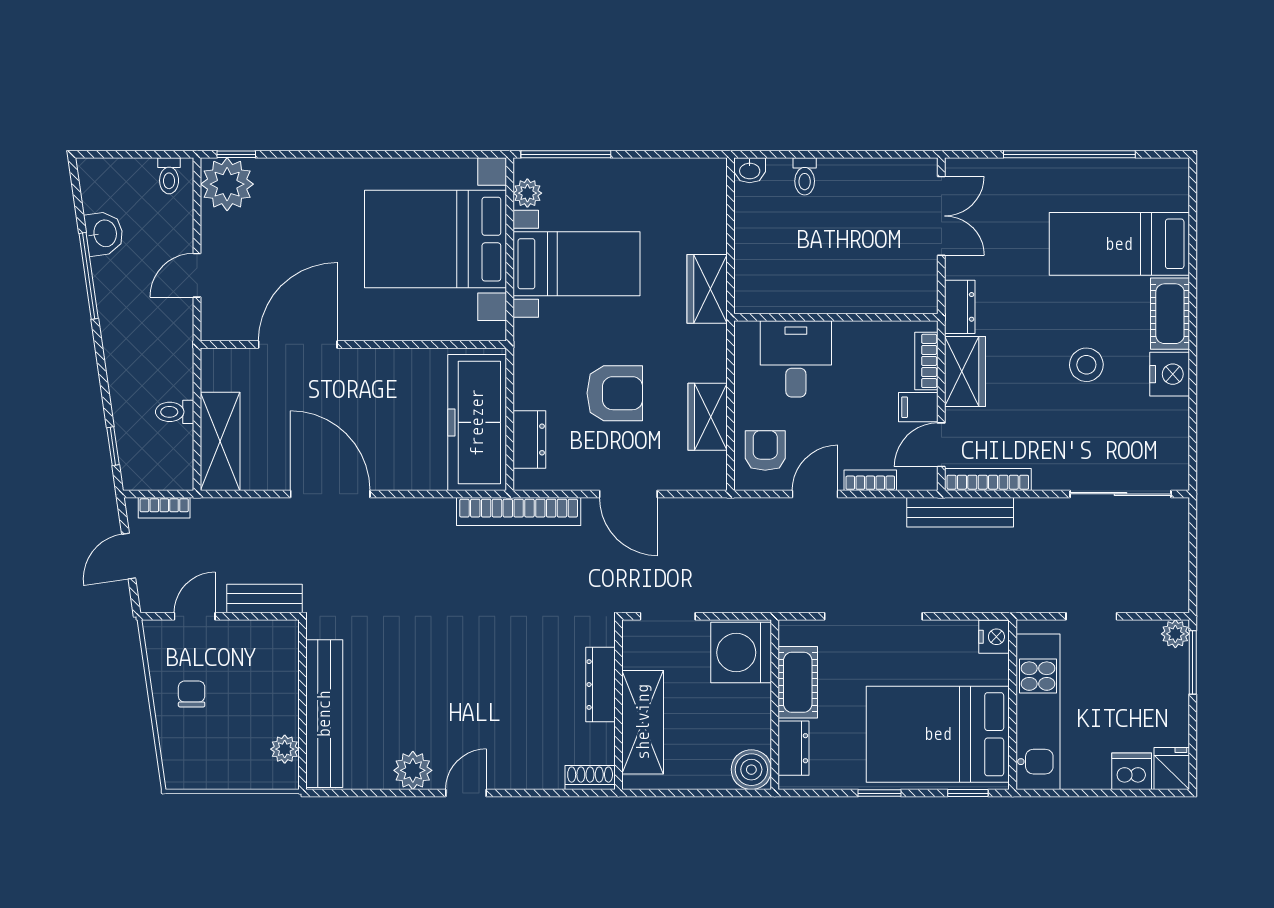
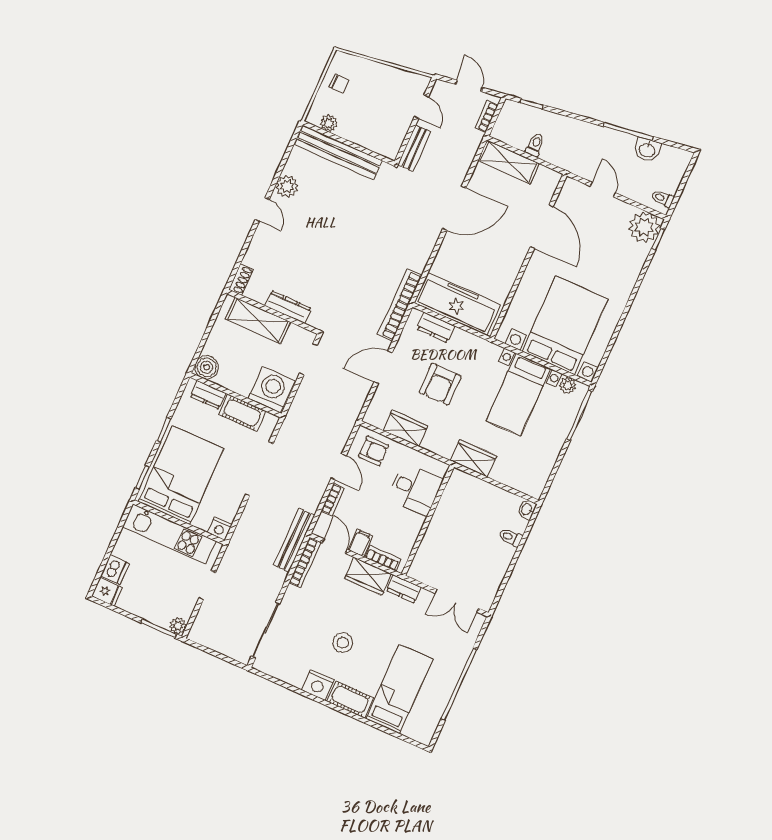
chair: (192, 694) -> (339, 84), moved

